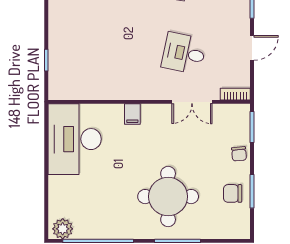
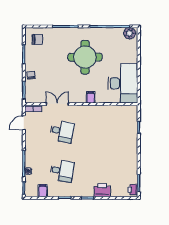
door: (252, 48) -> (24, 123), moved
chair: (233, 193) -> (37, 39), moved
round table: (168, 197) -> (85, 57), moved

